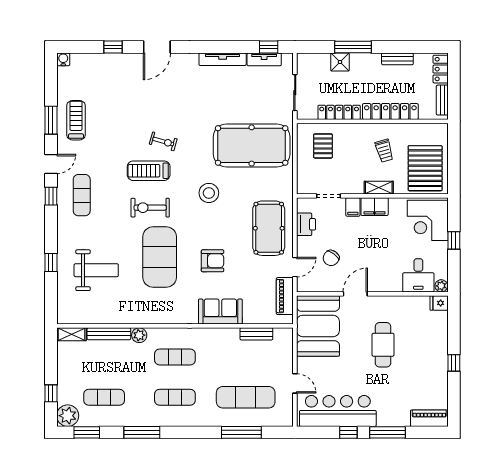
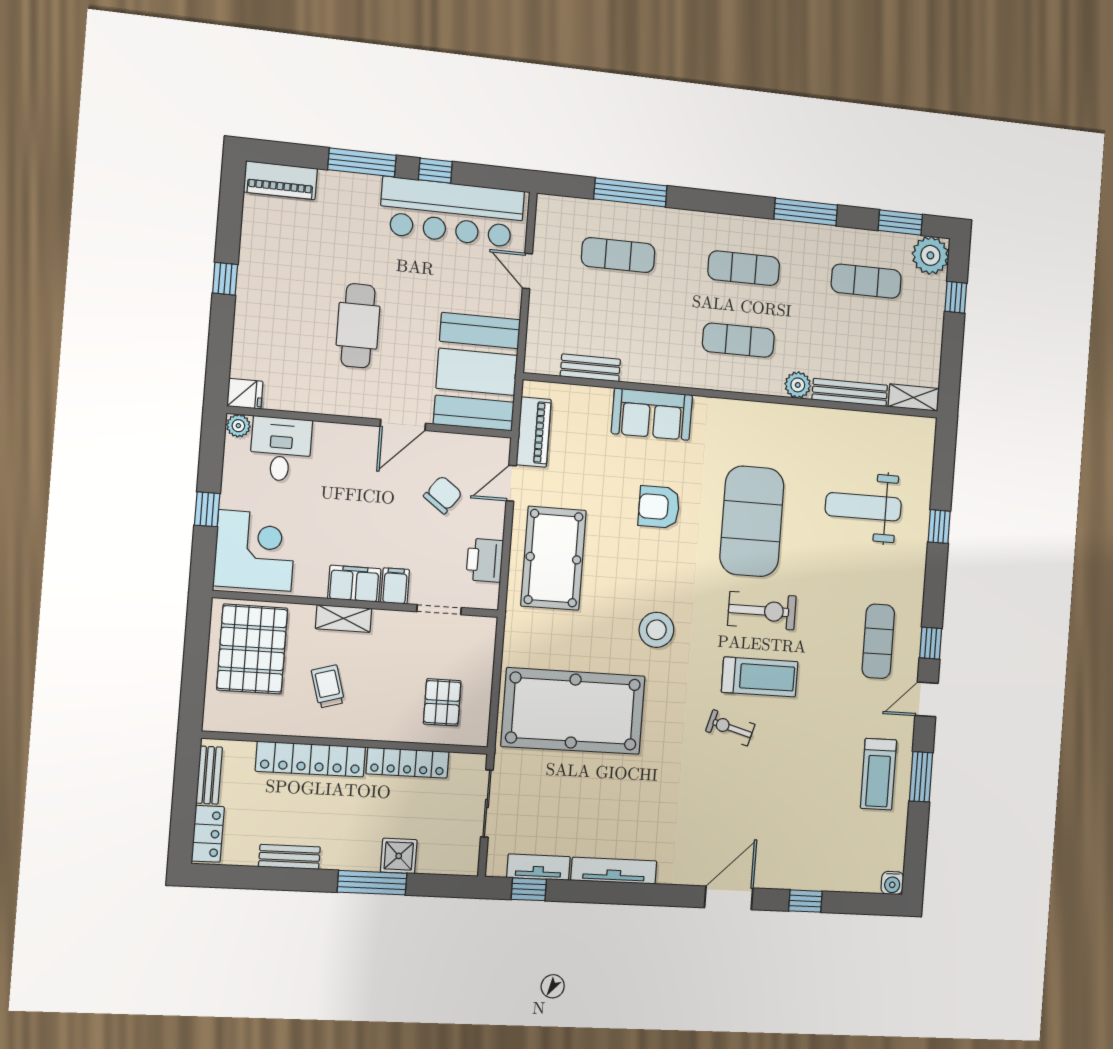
exercise mat: (246, 397) -> (618, 255), width x0.73, depth x0.69

